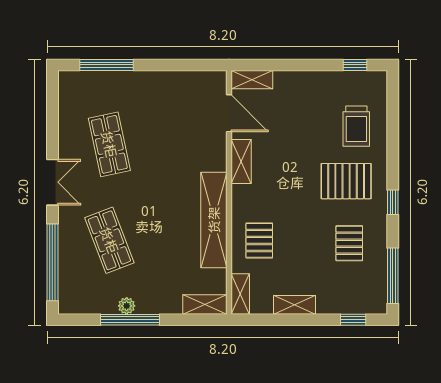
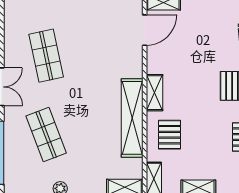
door: (229, 113) -> (145, 30), hinge flipped
shelving: (241, 161) -> (154, 93), moved

